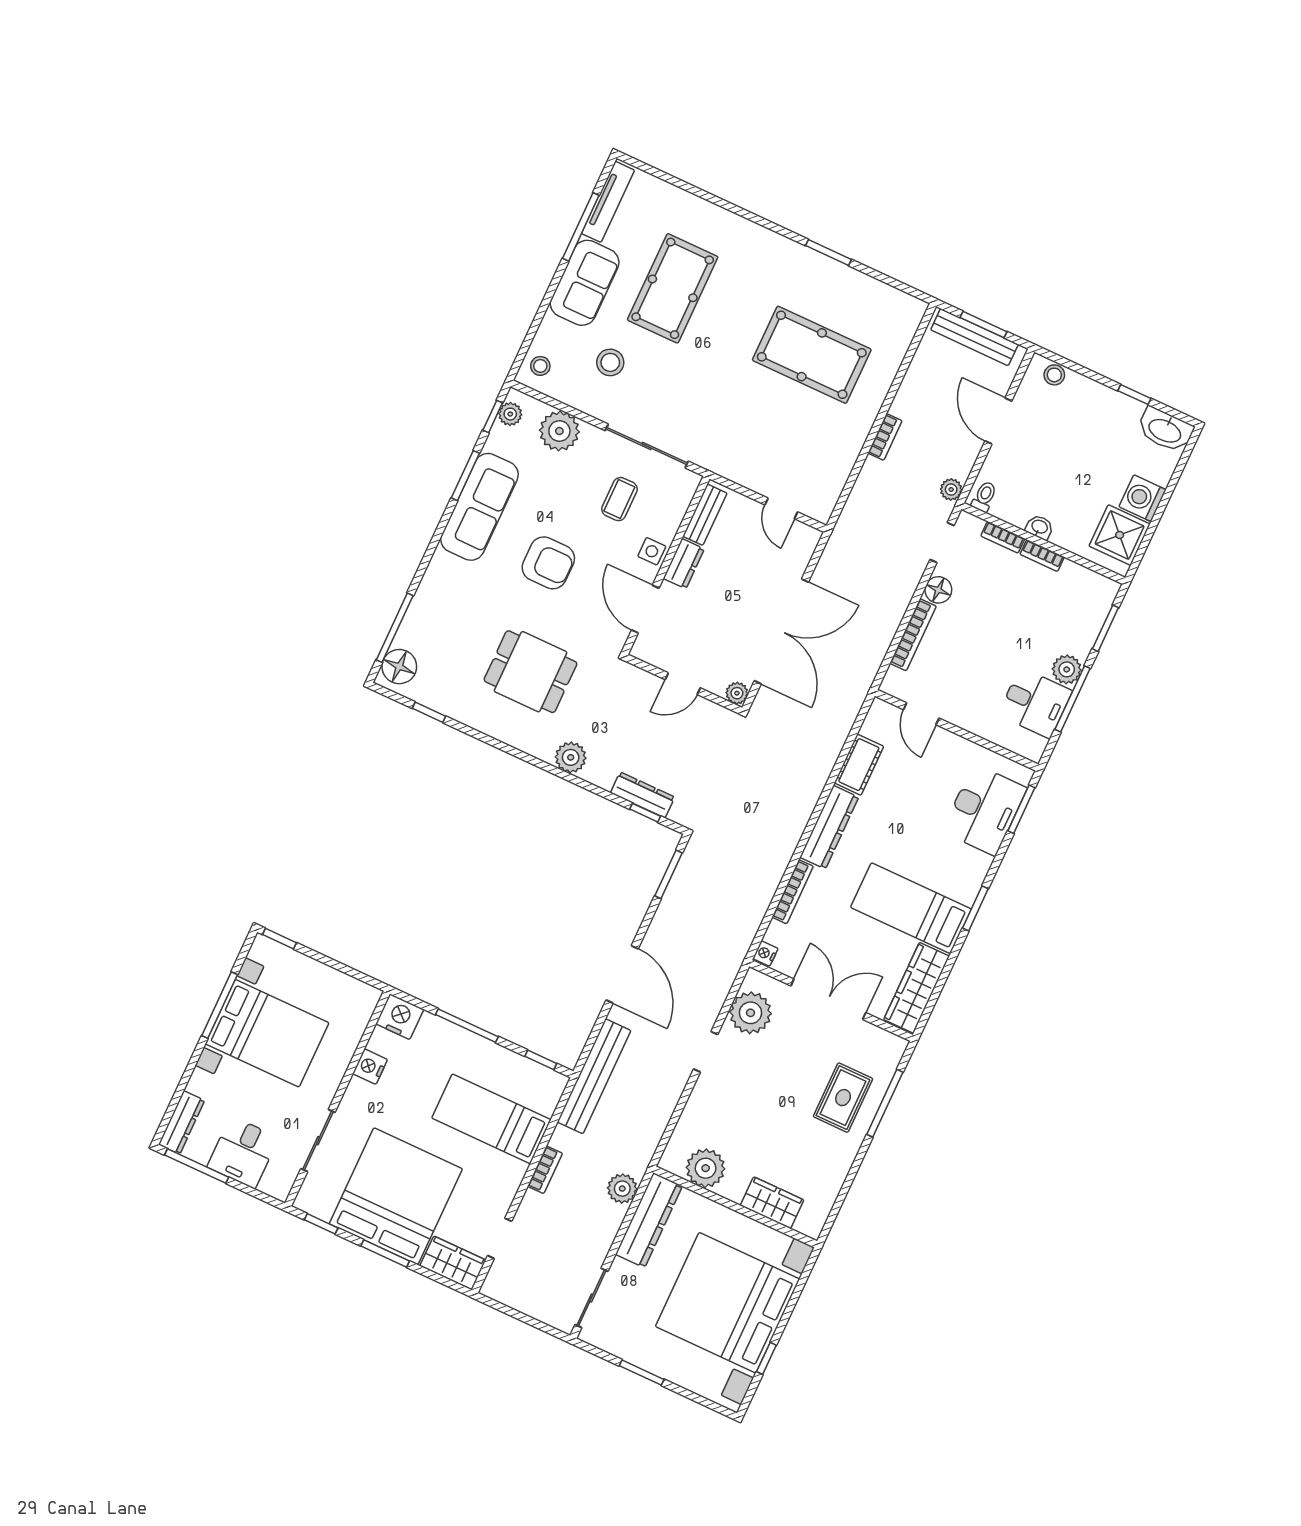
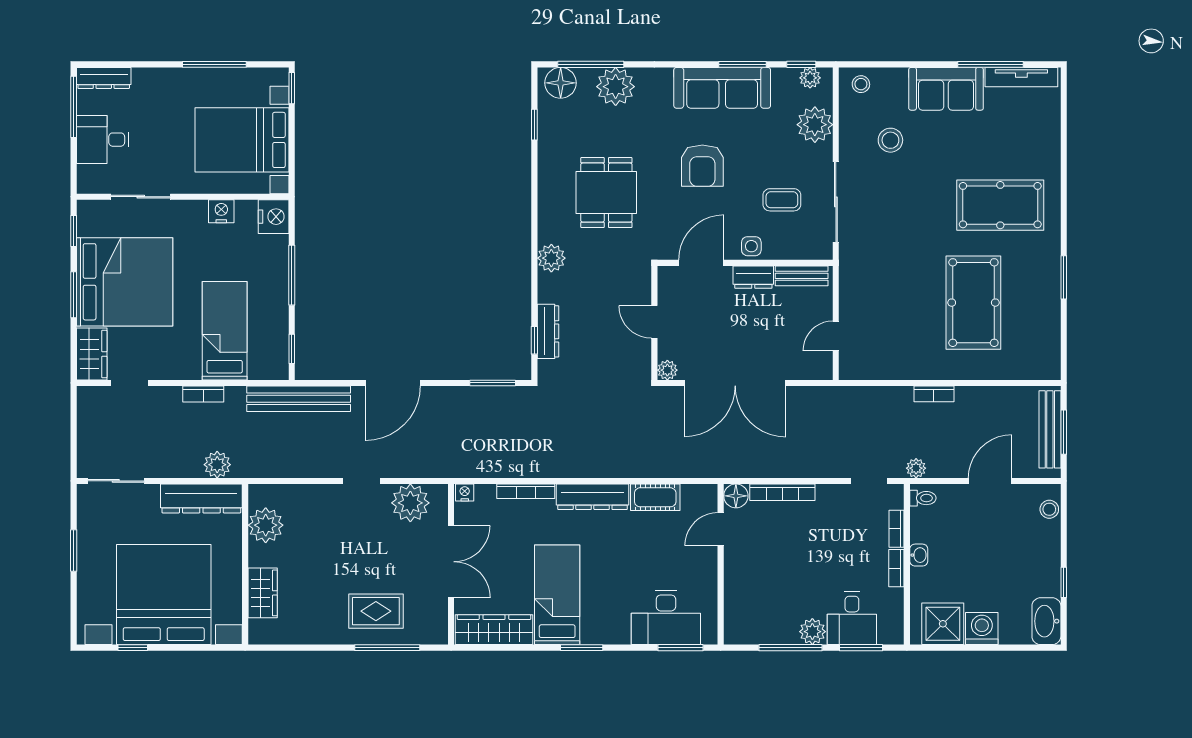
pool table: (673, 288) -> (1000, 205), moved
floor lamp: (938, 590) -> (736, 496), moved
plant: (428, 613) -> (616, 87), added
desk: (1035, 703) -> (852, 618), moved
bed with nightstands: (267, 1033) -> (242, 140), moved, turned 90

